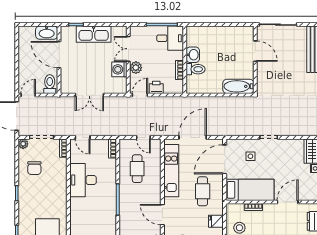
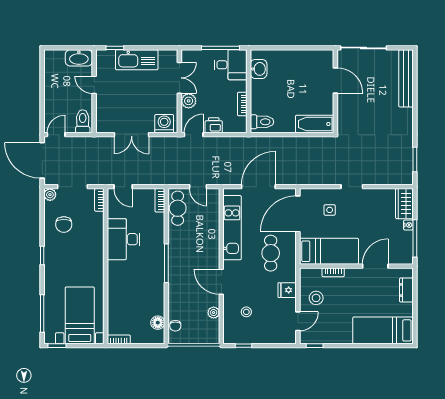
double door: (128, 49) -> (179, 78), swing flipped
door: (59, 55) -> (94, 85), width x0.53
washbasin: (193, 55) -> (259, 69), moved
washing machine: (119, 69) -> (164, 124), moved, turned 90
toilet: (196, 69) -> (262, 122), moved
cafe table: (137, 169) -> (178, 208), moved

